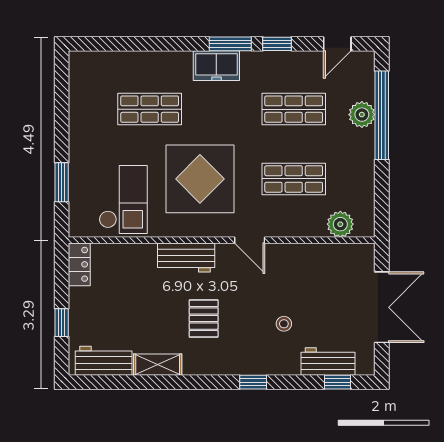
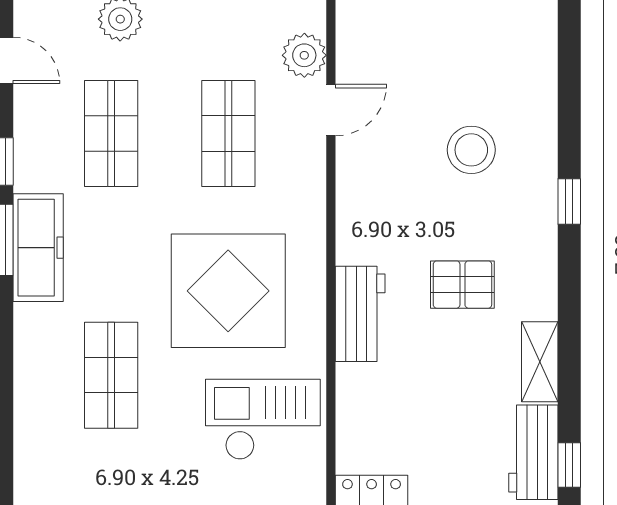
freezer: (216, 66) -> (38, 248), width x1.40
door: (250, 240) -> (331, 110), moved
stool: (284, 324) -> (471, 150), width x1.89, depth x1.89
workbench: (328, 361) -> (535, 76), removed
window: (337, 382) -> (569, 465), moved

